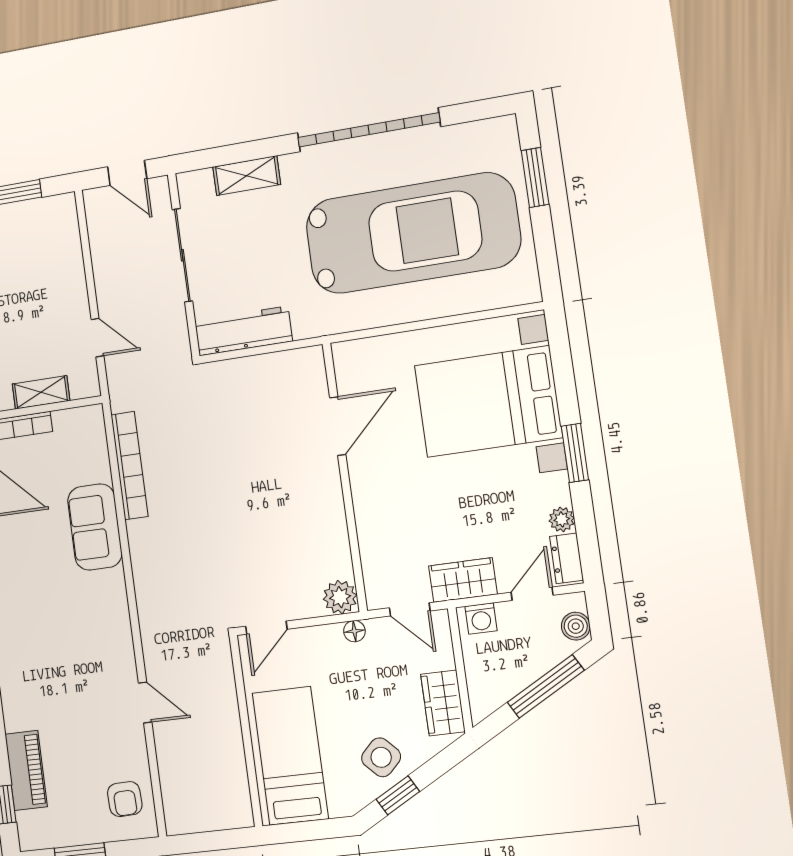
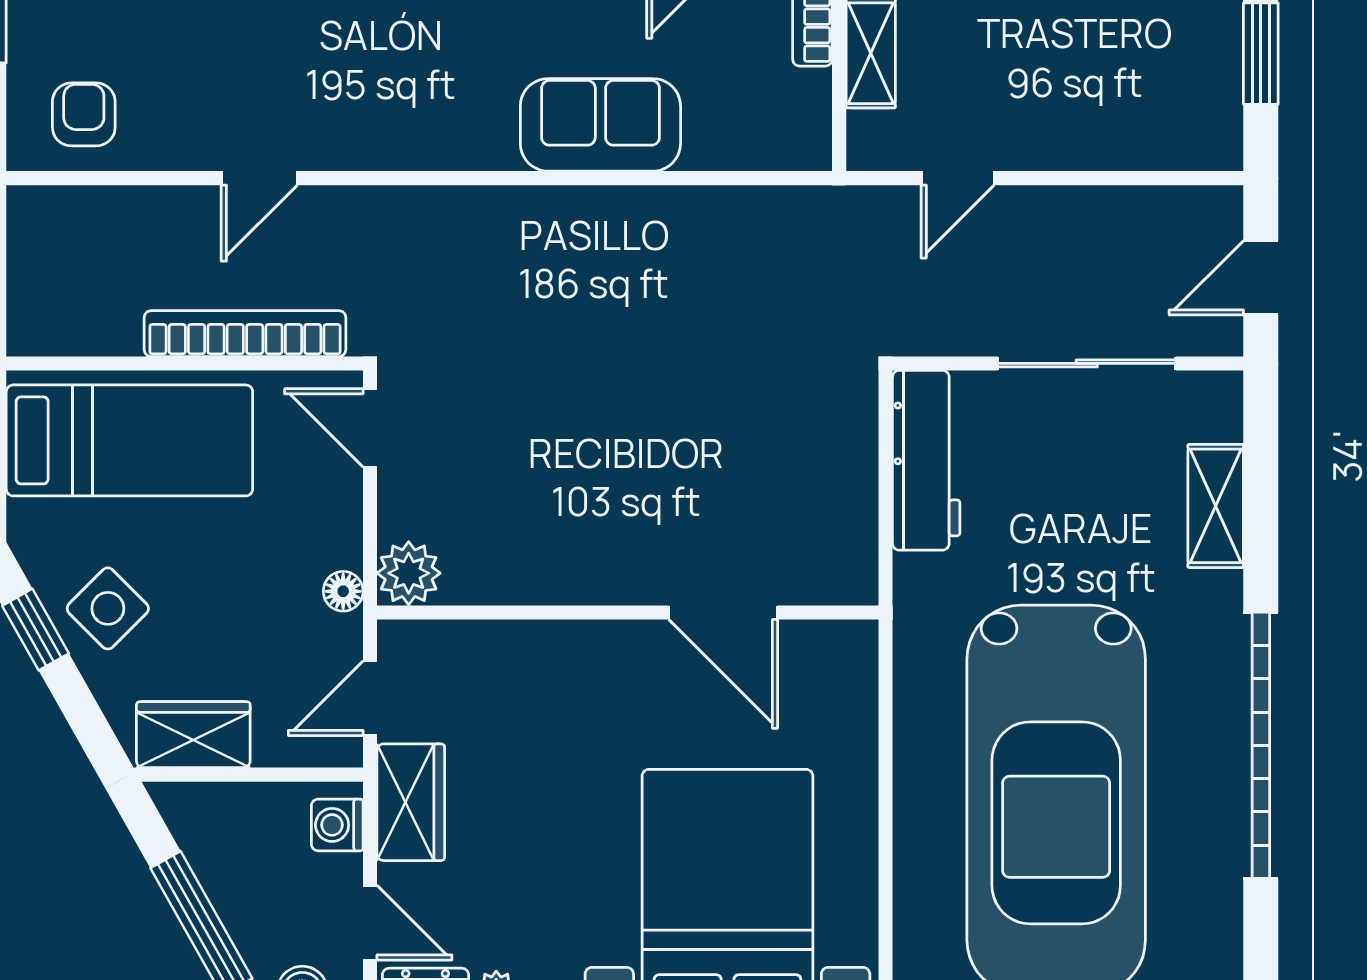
bookcase: (130, 466) -> (245, 334), moved, turned 180
armchair: (125, 799) -> (84, 114), turned 92

